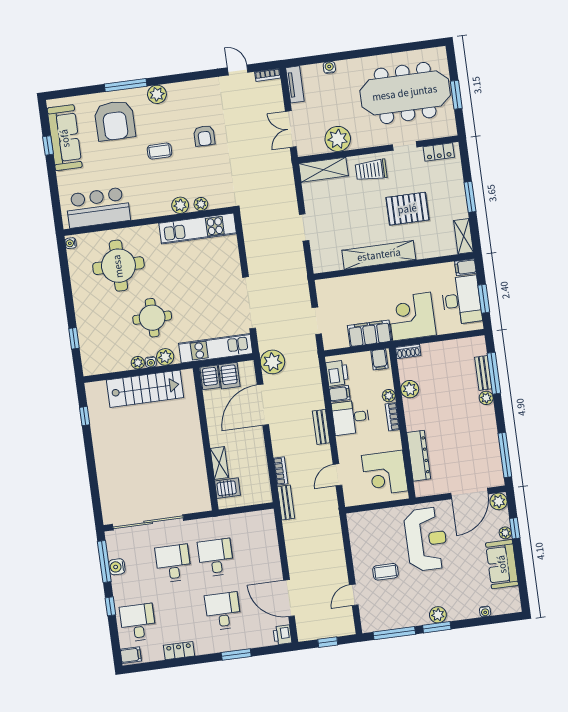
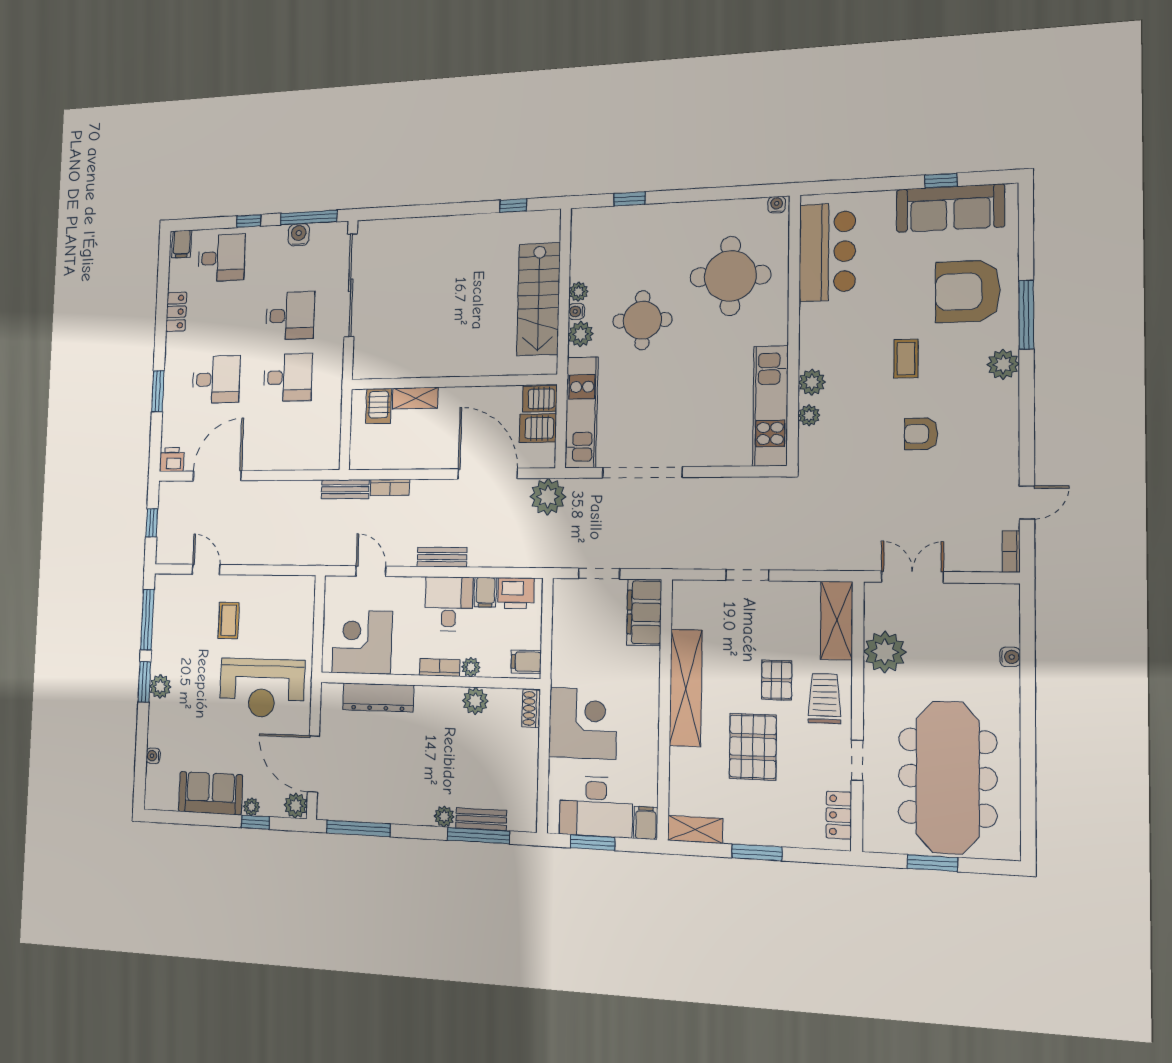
tv unit: (295, 84) -> (988, 595), removed
pallet: (365, 200) -> (777, 680), added
filing cabinet: (370, 333) -> (644, 612), moved, turned 180

